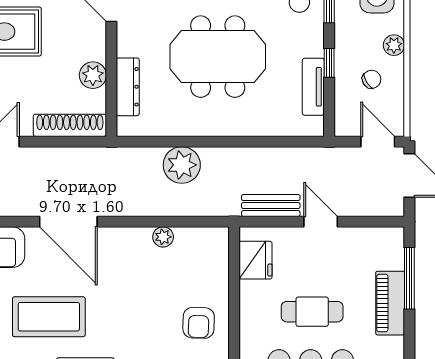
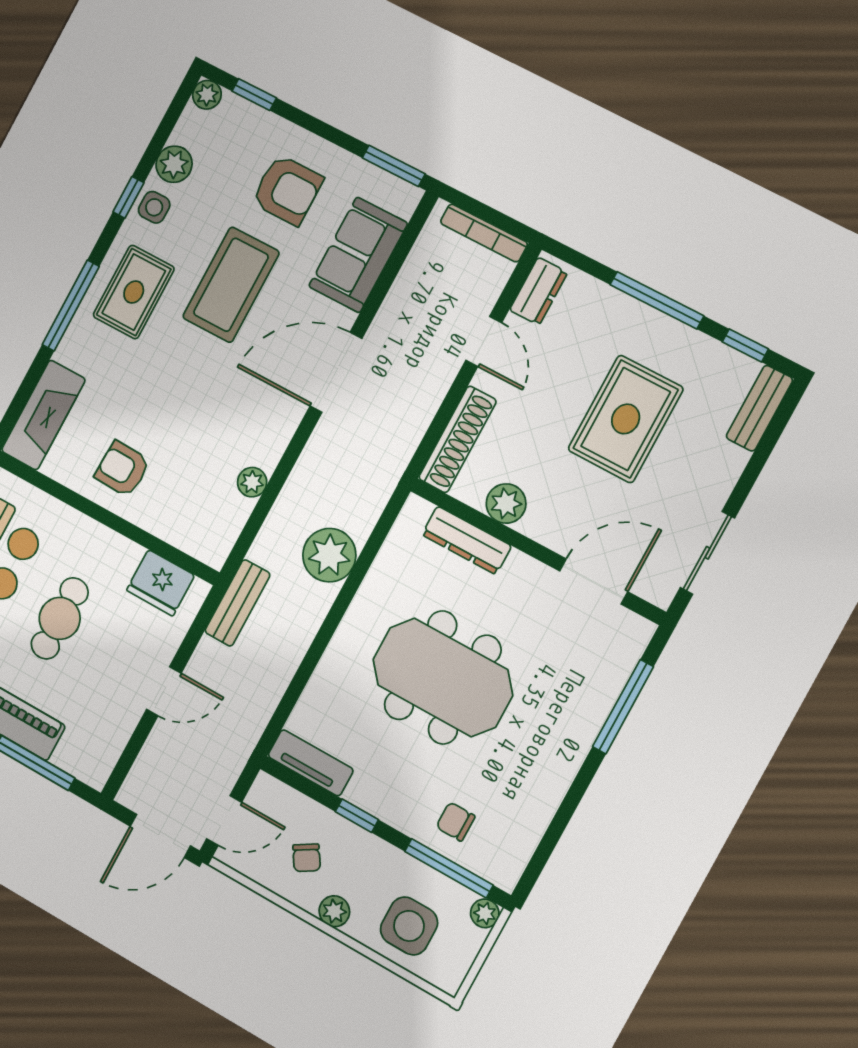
meeting table: (218, 57) -> (443, 677), turned 90
tv unit: (313, 87) -> (311, 763), moved
bench: (271, 206) -> (238, 603), moved

